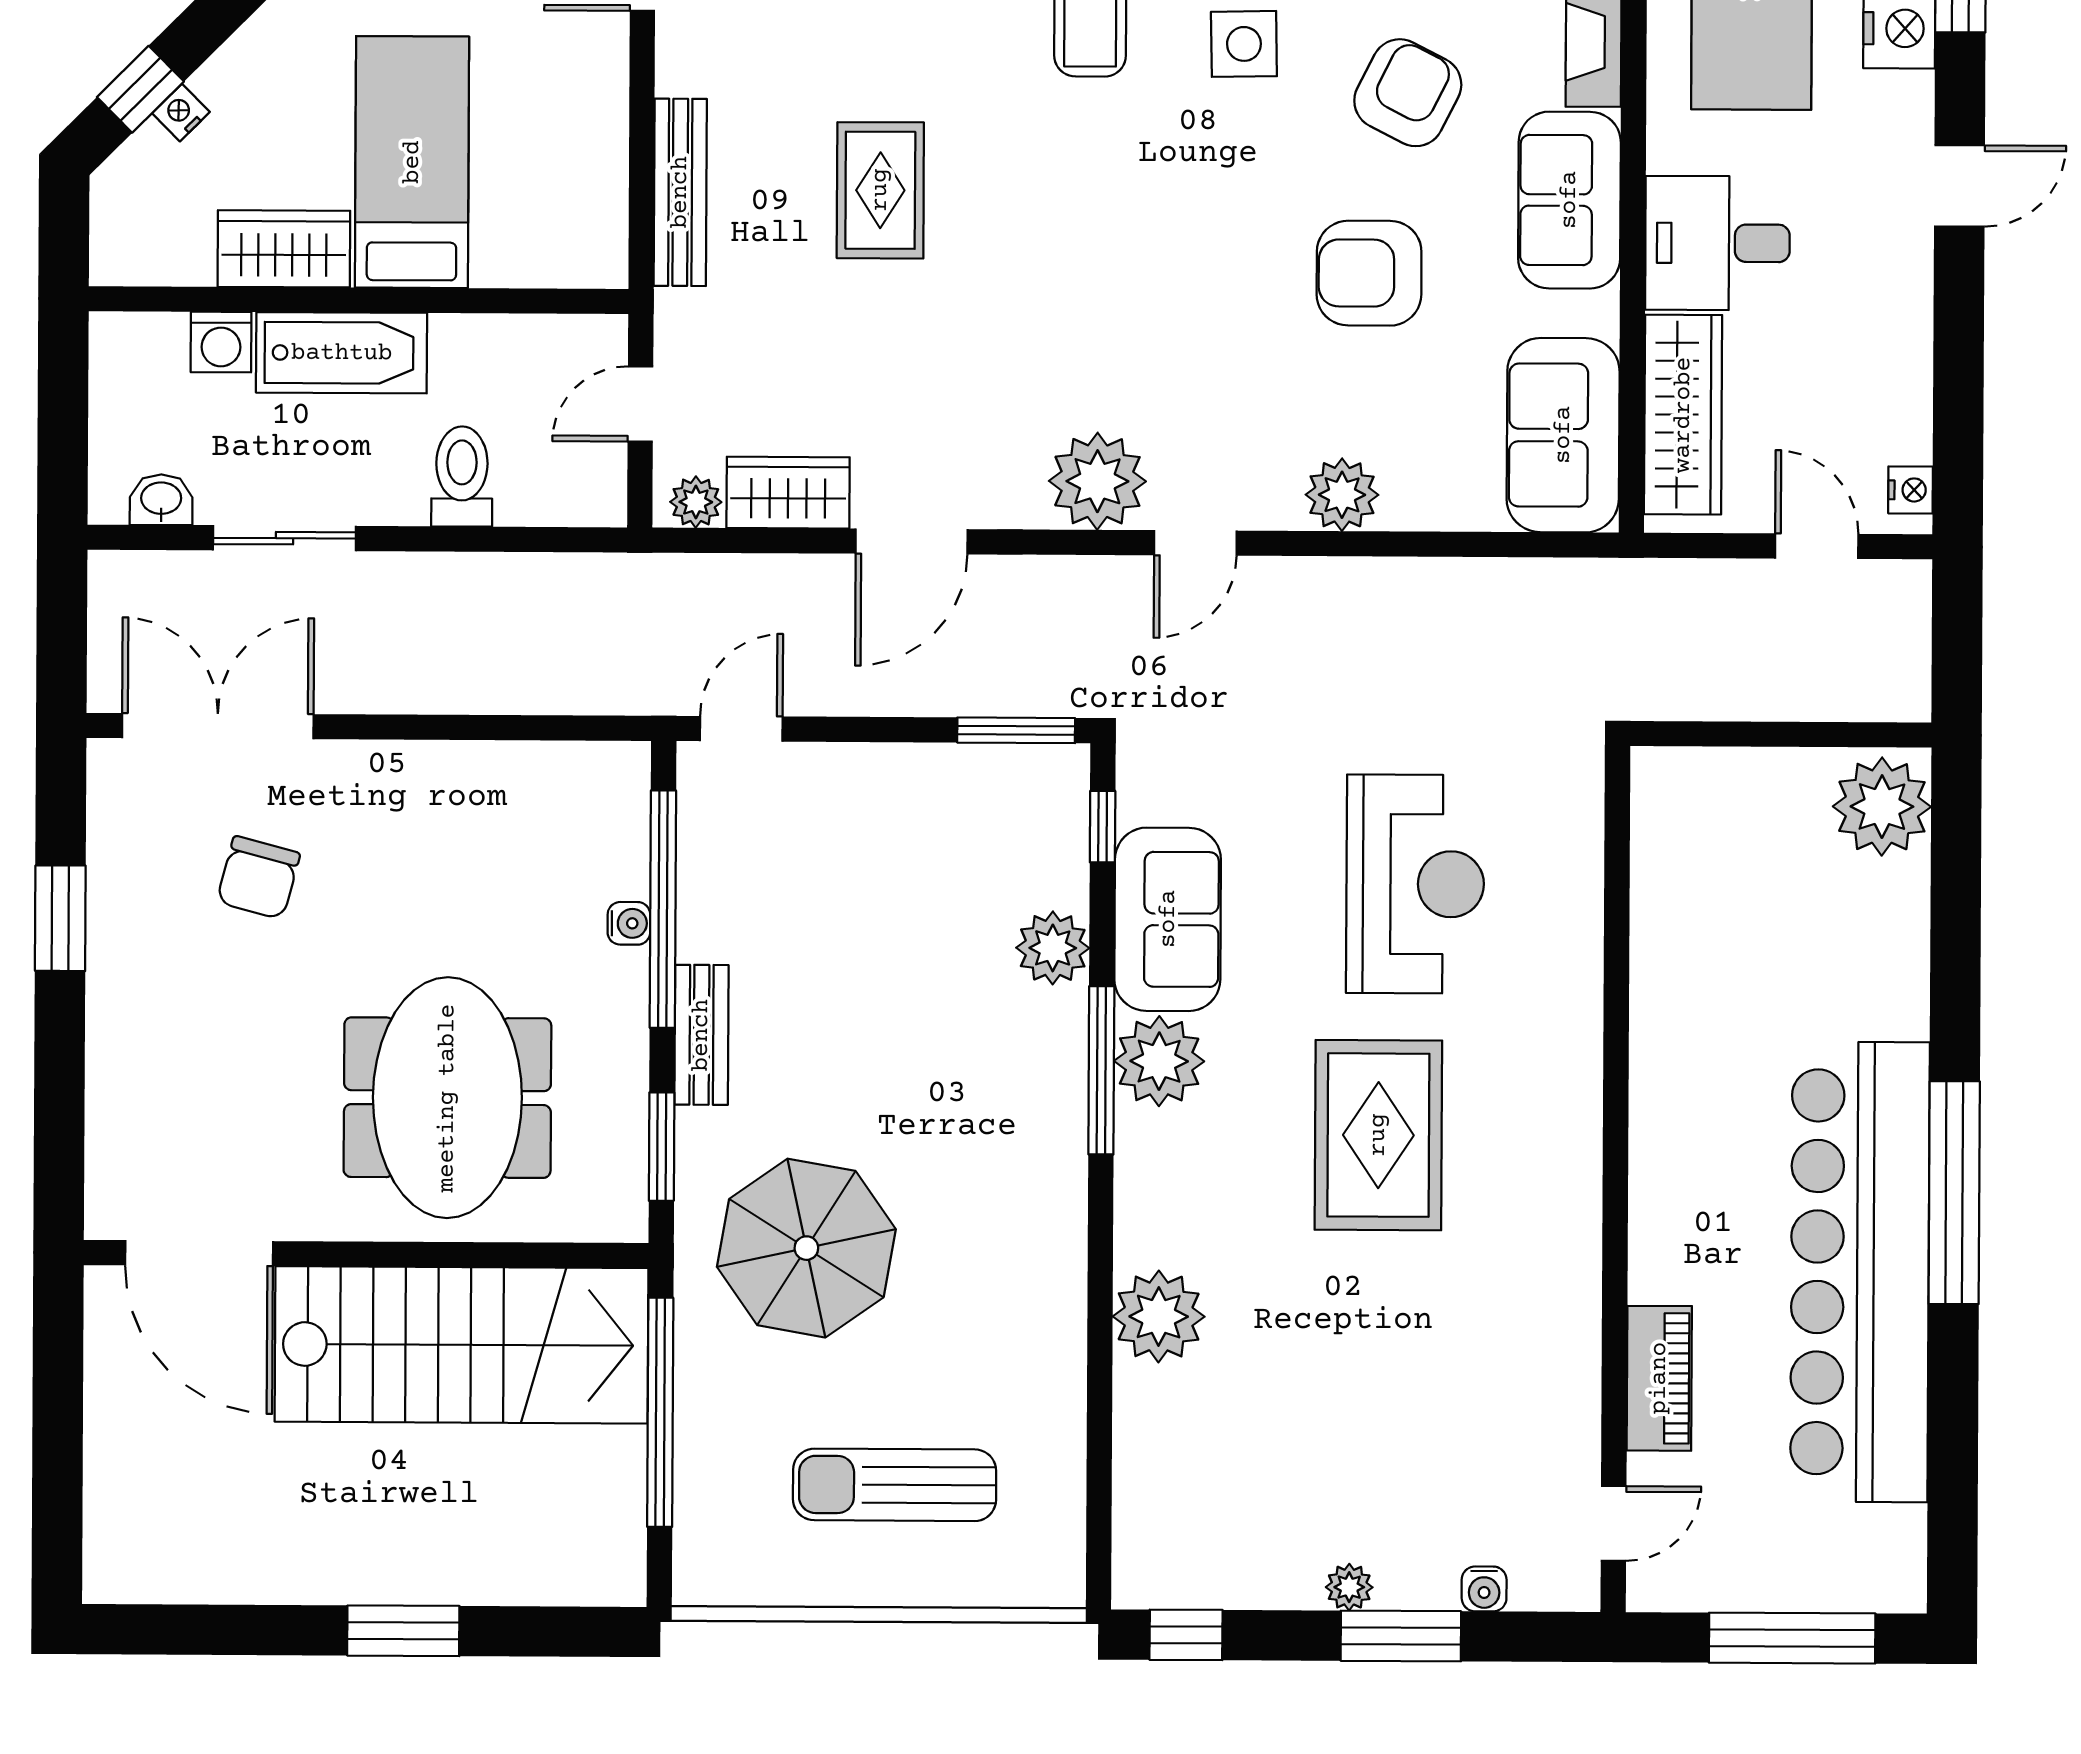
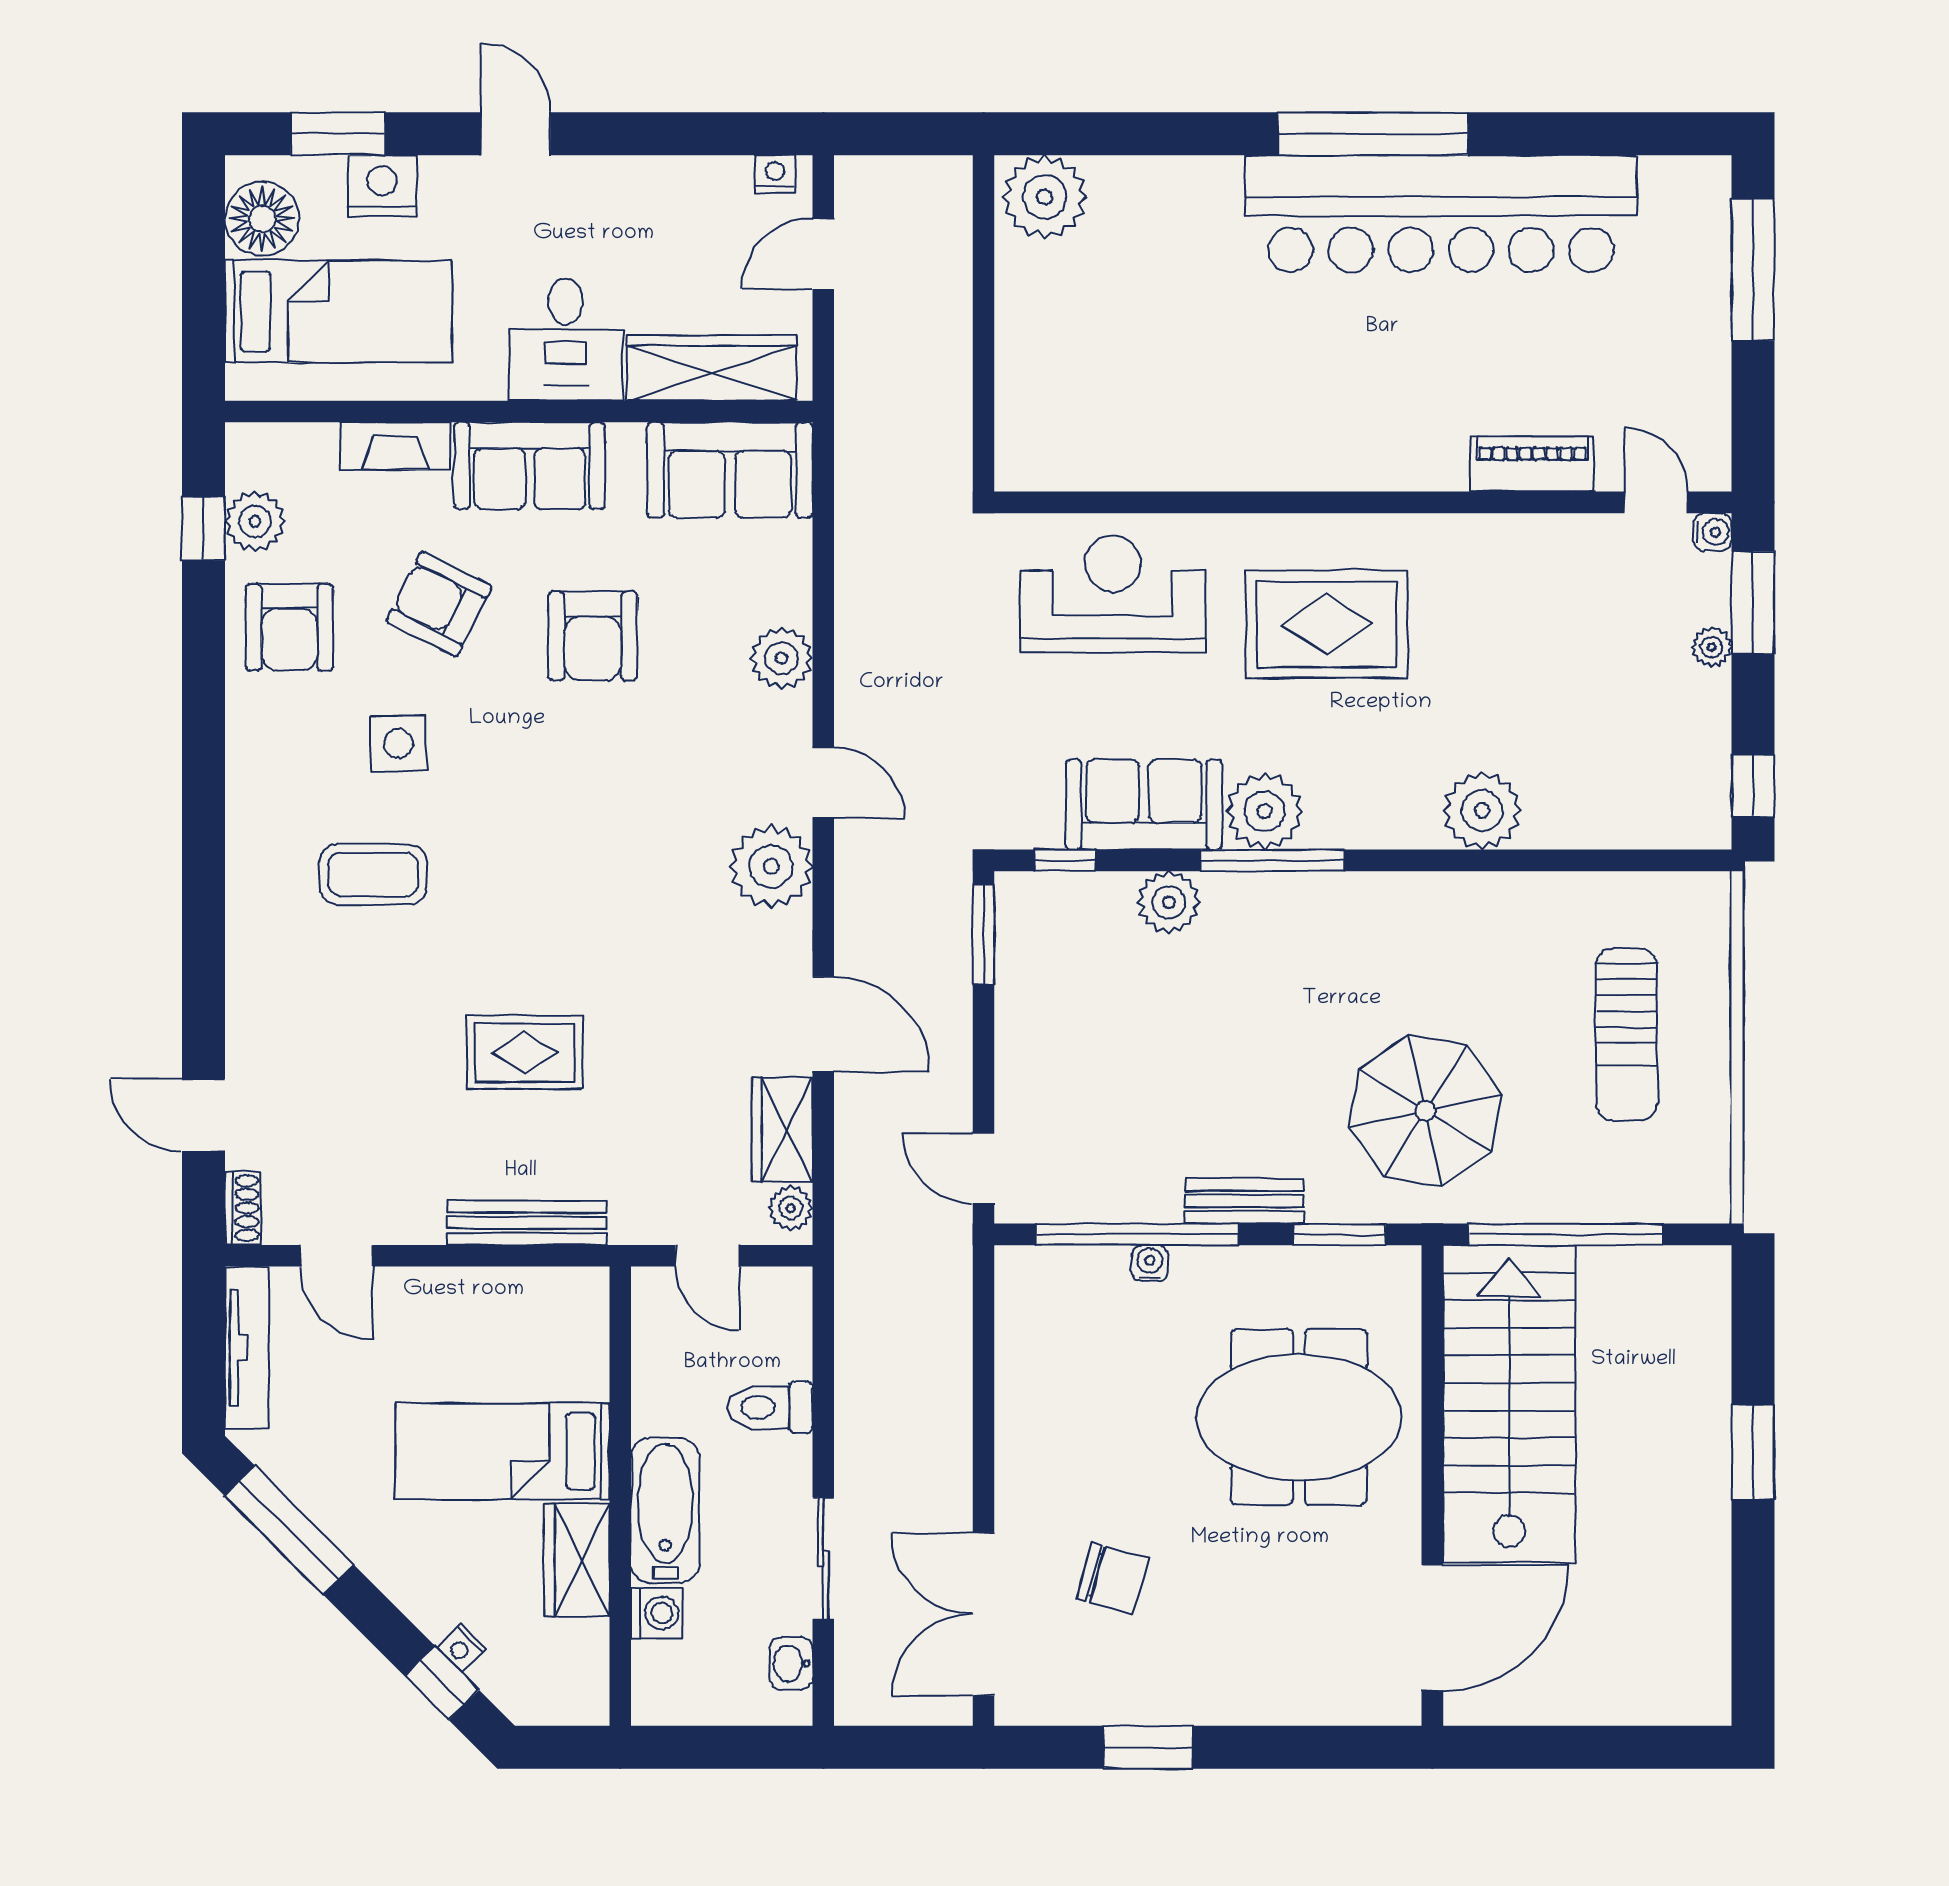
wall: (1615, 1179) -> (1363, 502), moved
piano: (1659, 1378) -> (1532, 464), moved
door: (1614, 1523) -> (1656, 502), moved

